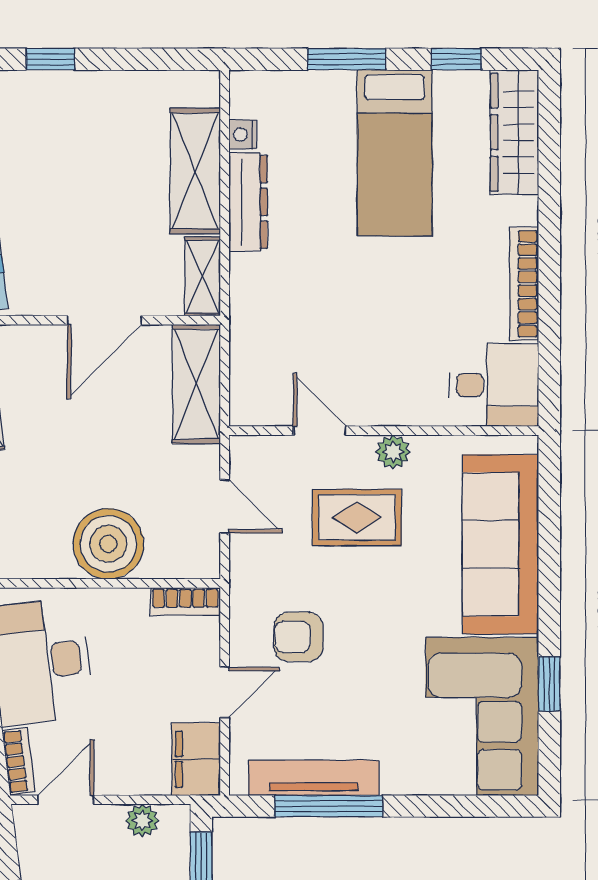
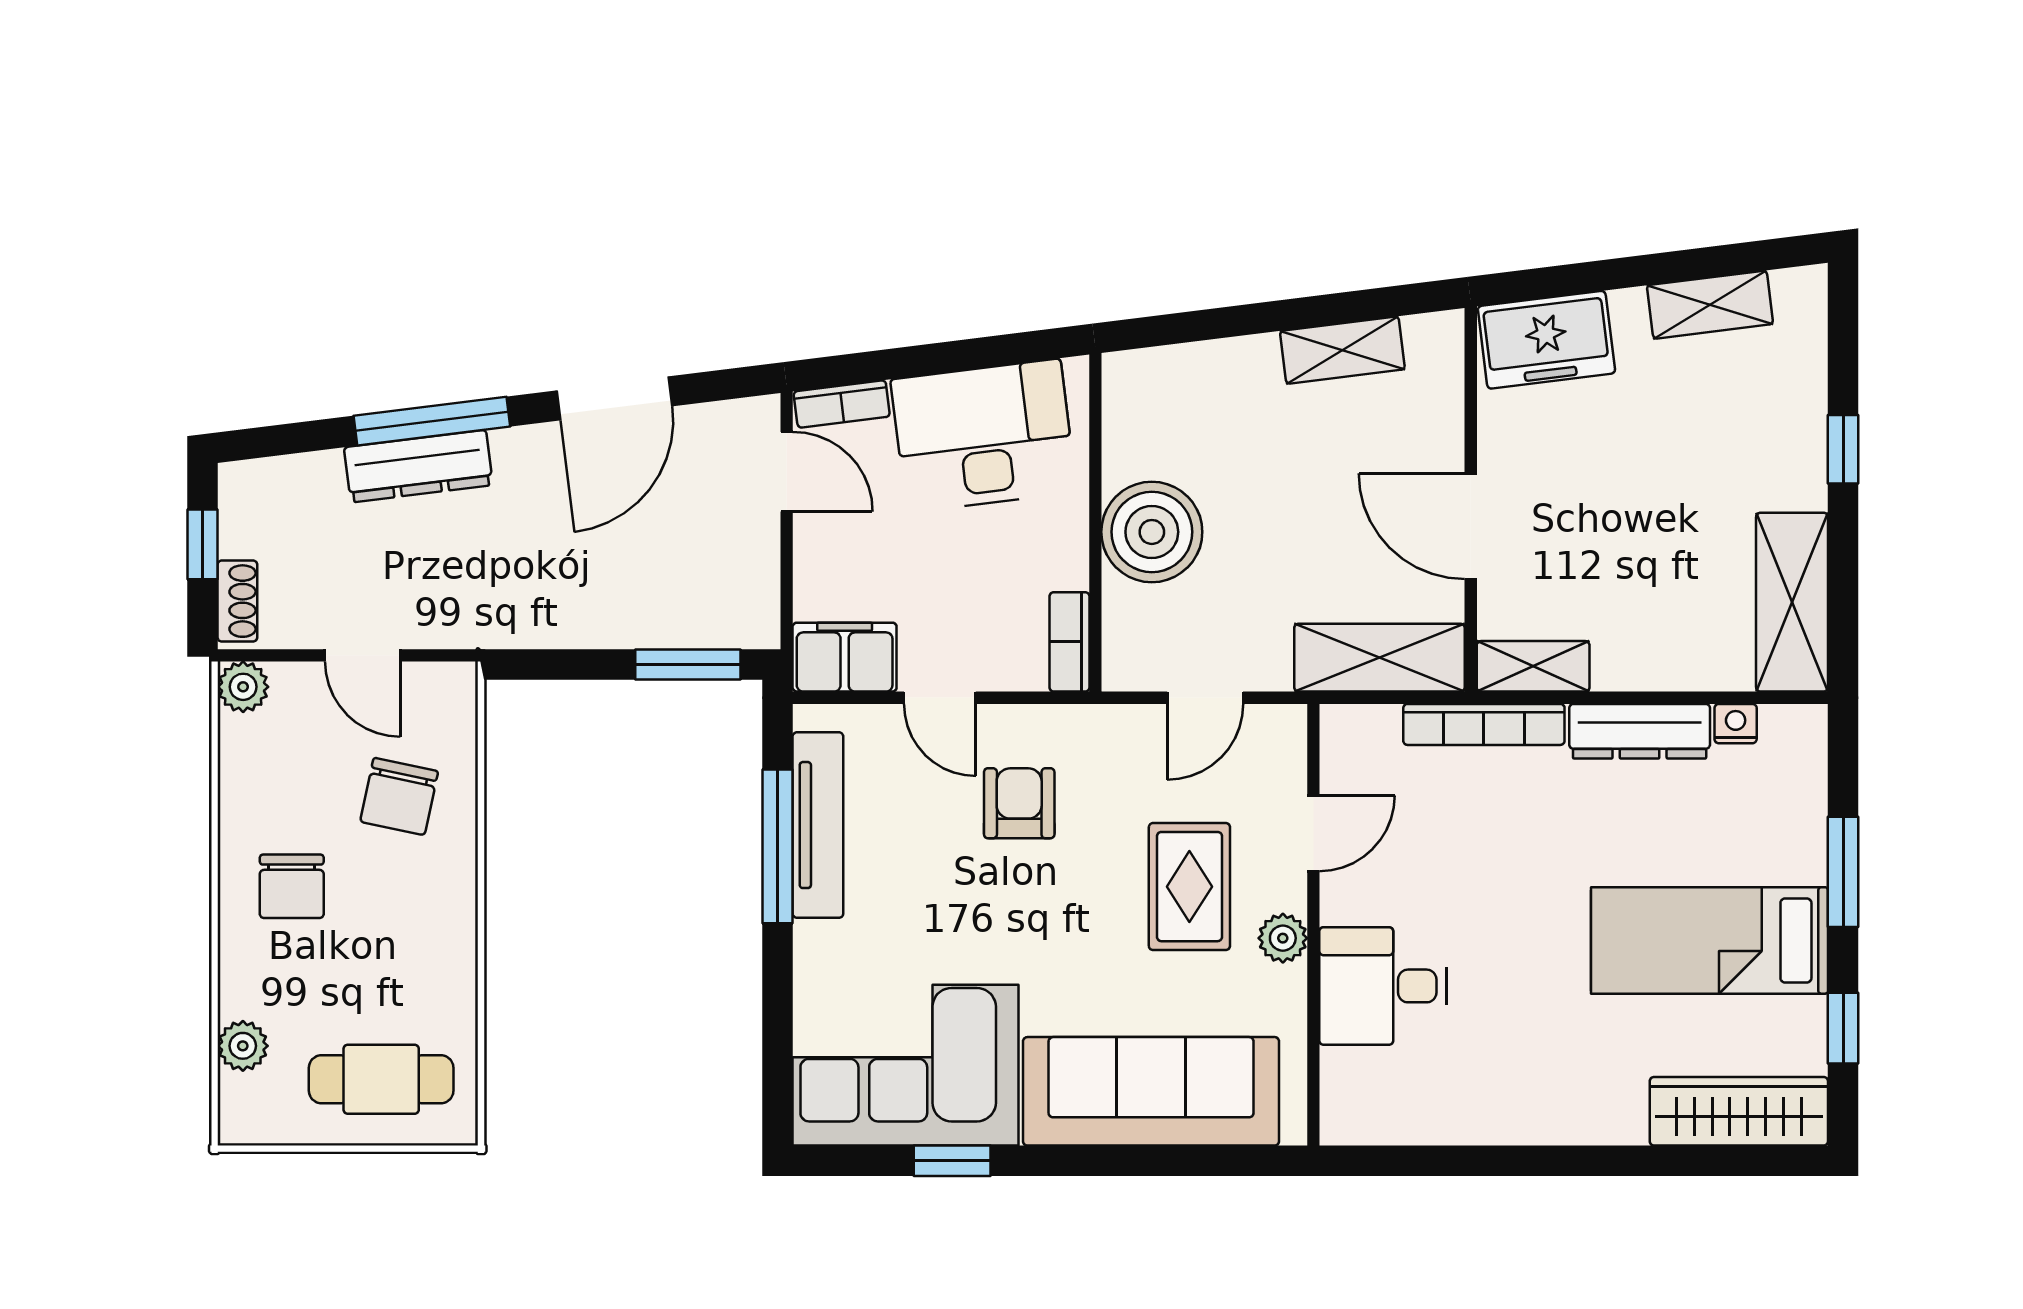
shelving: (195, 171) -> (1792, 602), moved, turned 90
bookcase: (524, 284) -> (1484, 724), moved, turned 180
desk: (494, 385) -> (1383, 986), moved, turned 90
plant: (142, 821) -> (757, 580), removed

